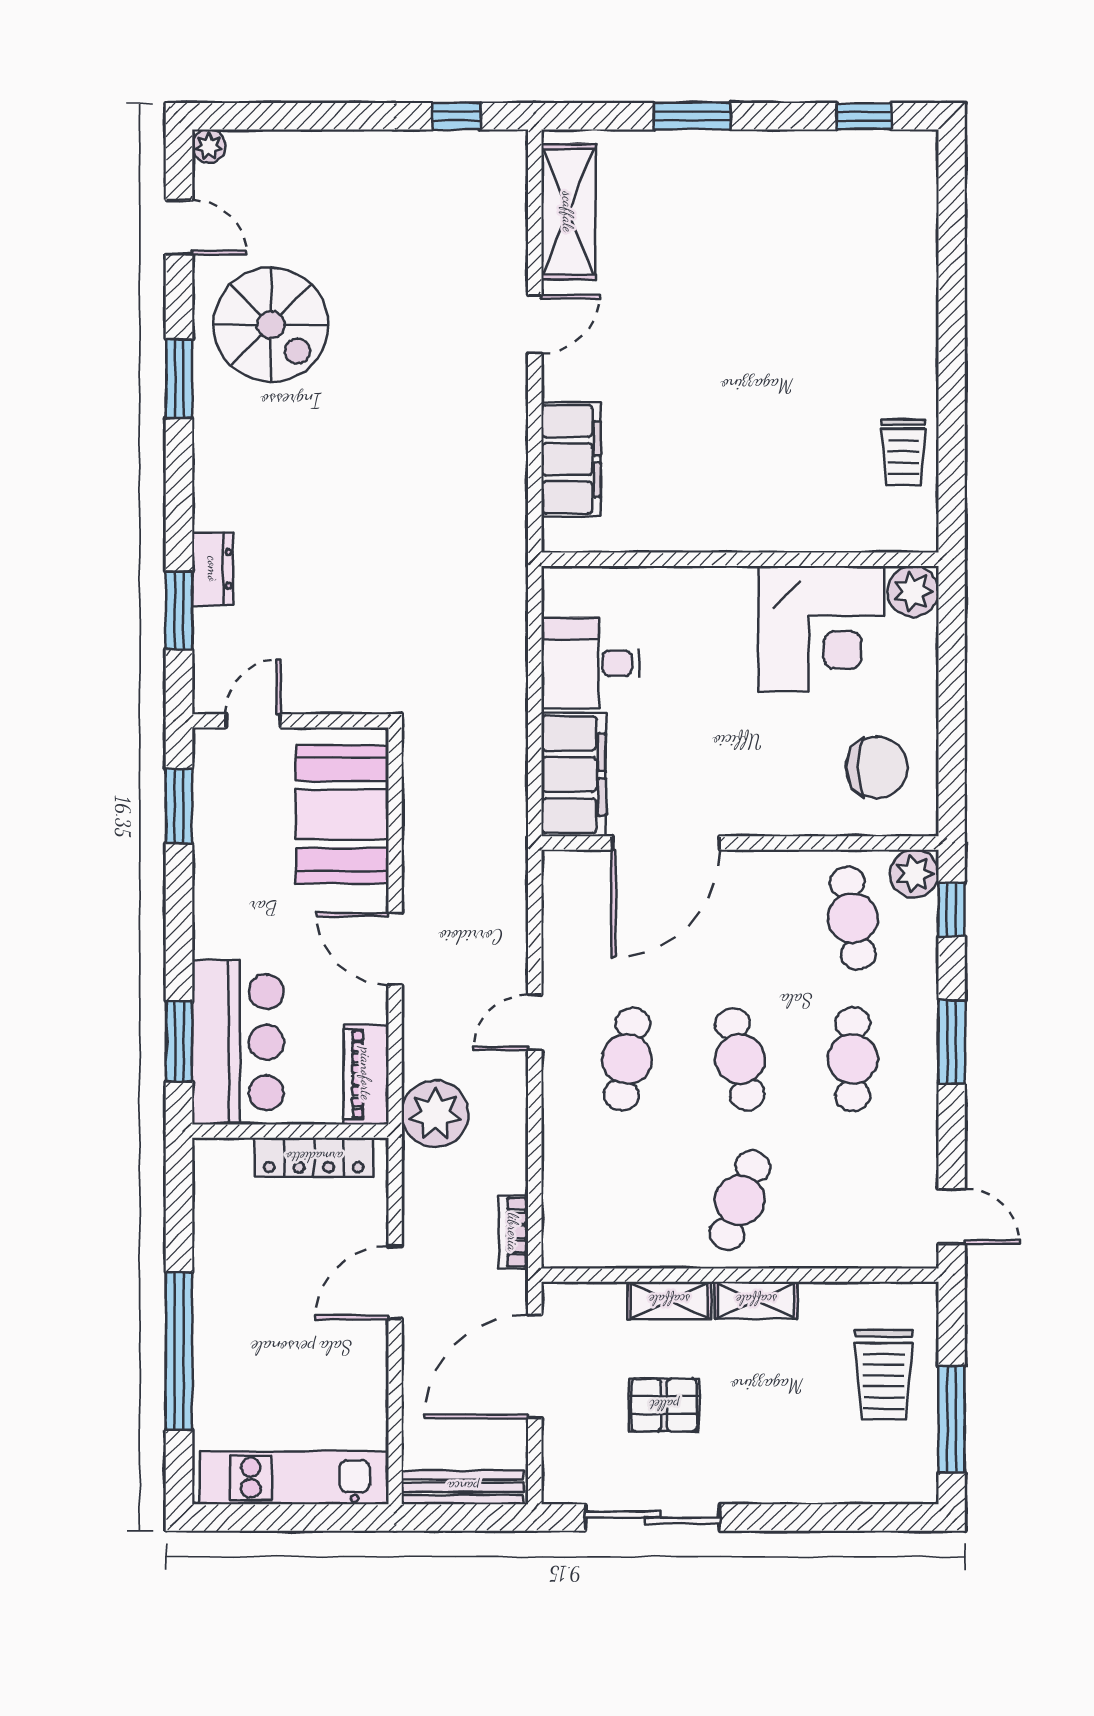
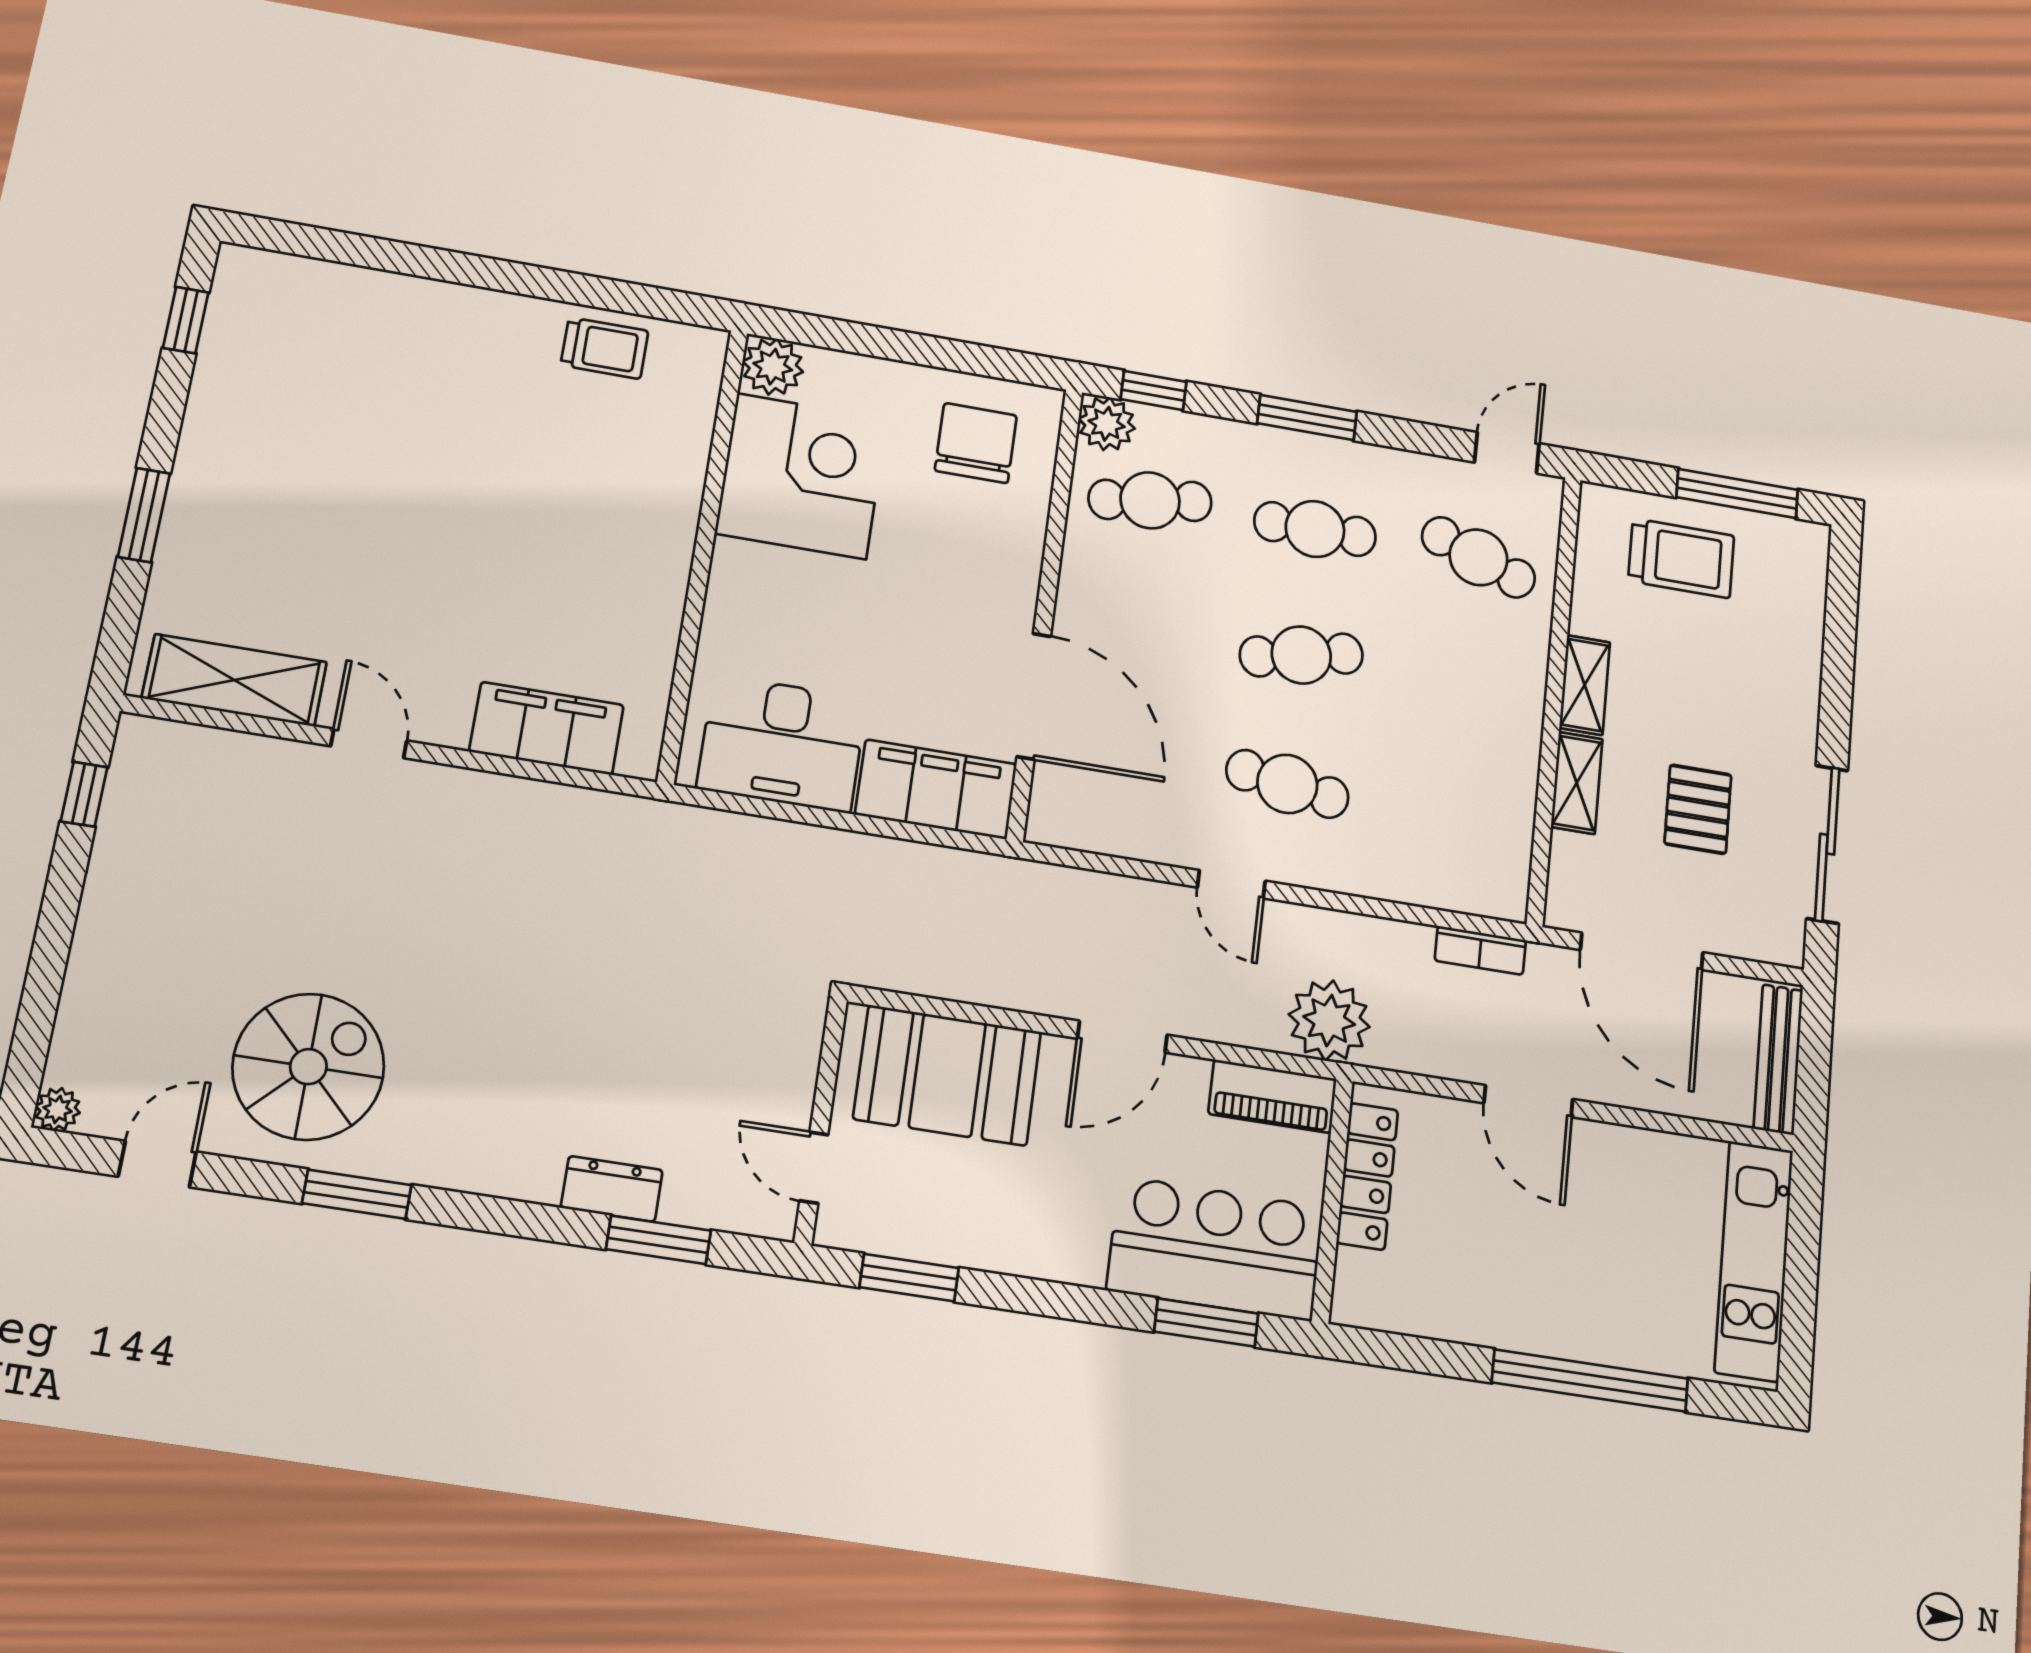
desk: (590, 663) -> (782, 744), width x1.37
cafe table: (740, 1200) -> (1478, 557), moved

